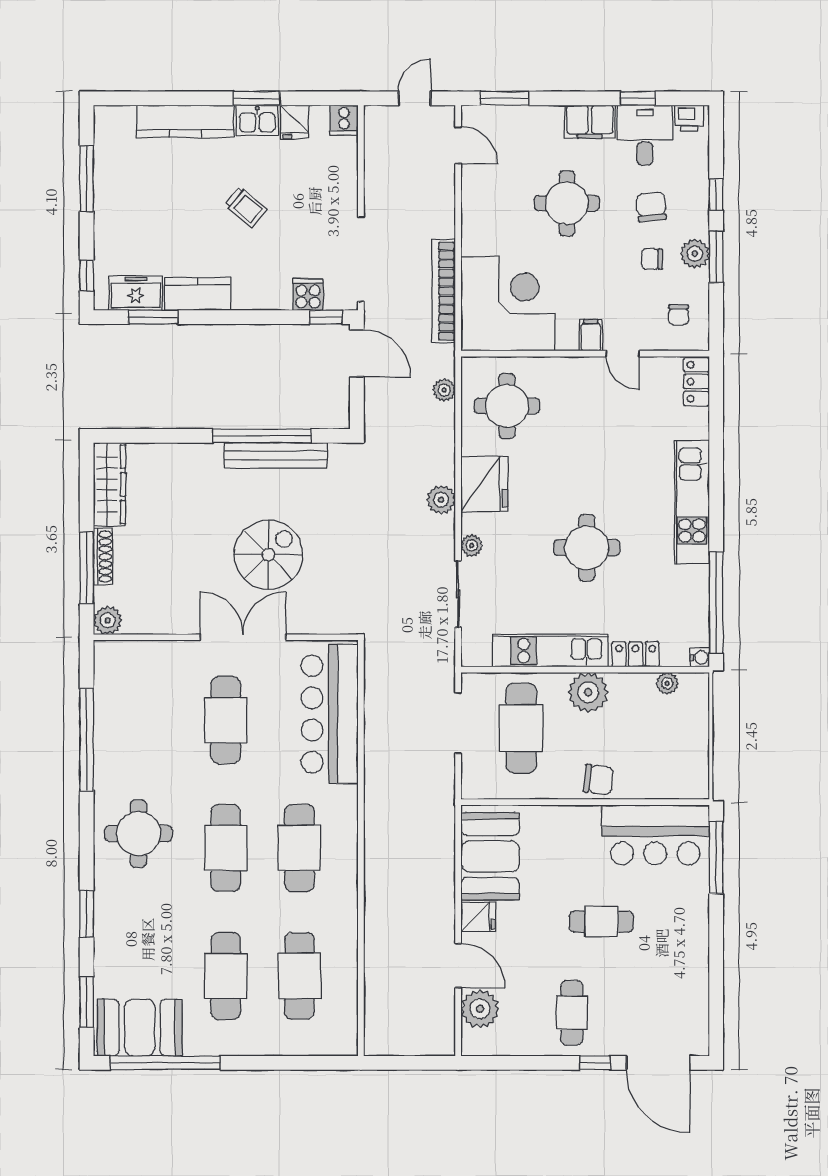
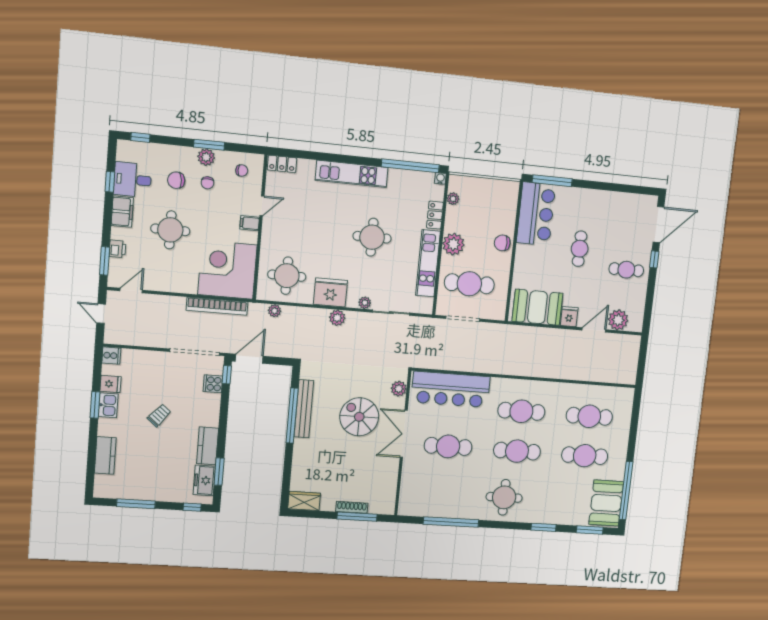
printer: (689, 118) -> (117, 249), moved
kitchen counter: (185, 121) -> (105, 455), width x0.67
window: (716, 195) -> (140, 137), moved
wardrobe: (109, 484) -> (304, 501), width x0.67
plant: (108, 620) -> (399, 389), moved
chair: (598, 780) -> (502, 243), turned -97

